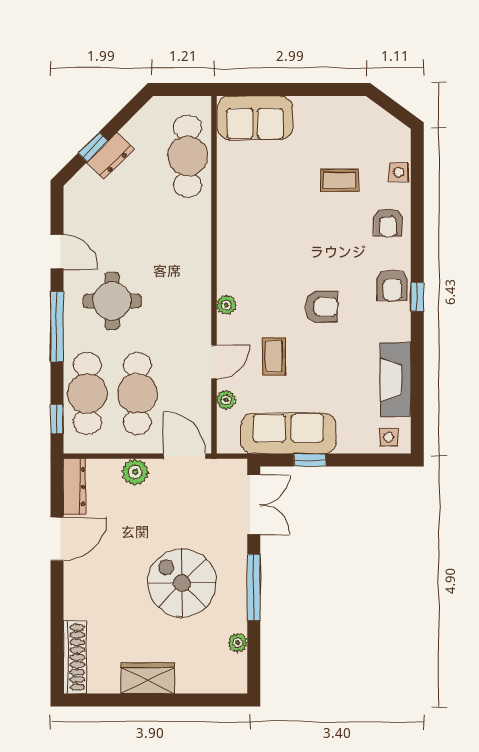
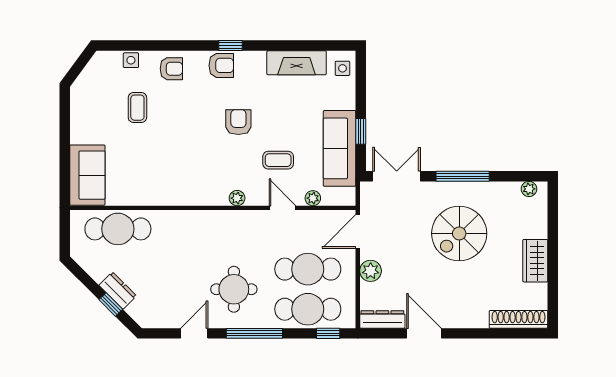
plant: (238, 643) -> (529, 189), moved

